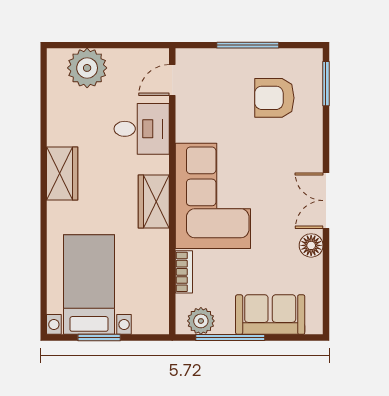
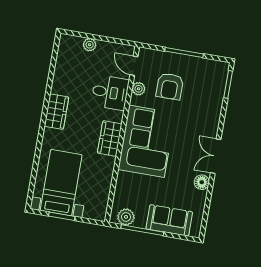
plant: (87, 68) -> (90, 45), width x0.53, depth x0.53
door: (172, 80) -> (134, 66), hinge flipped
armchair: (274, 98) -> (170, 86), moved, turned -90
plant: (186, 115) -> (139, 89), added
bookcase: (184, 272) -> (121, 185), removed

